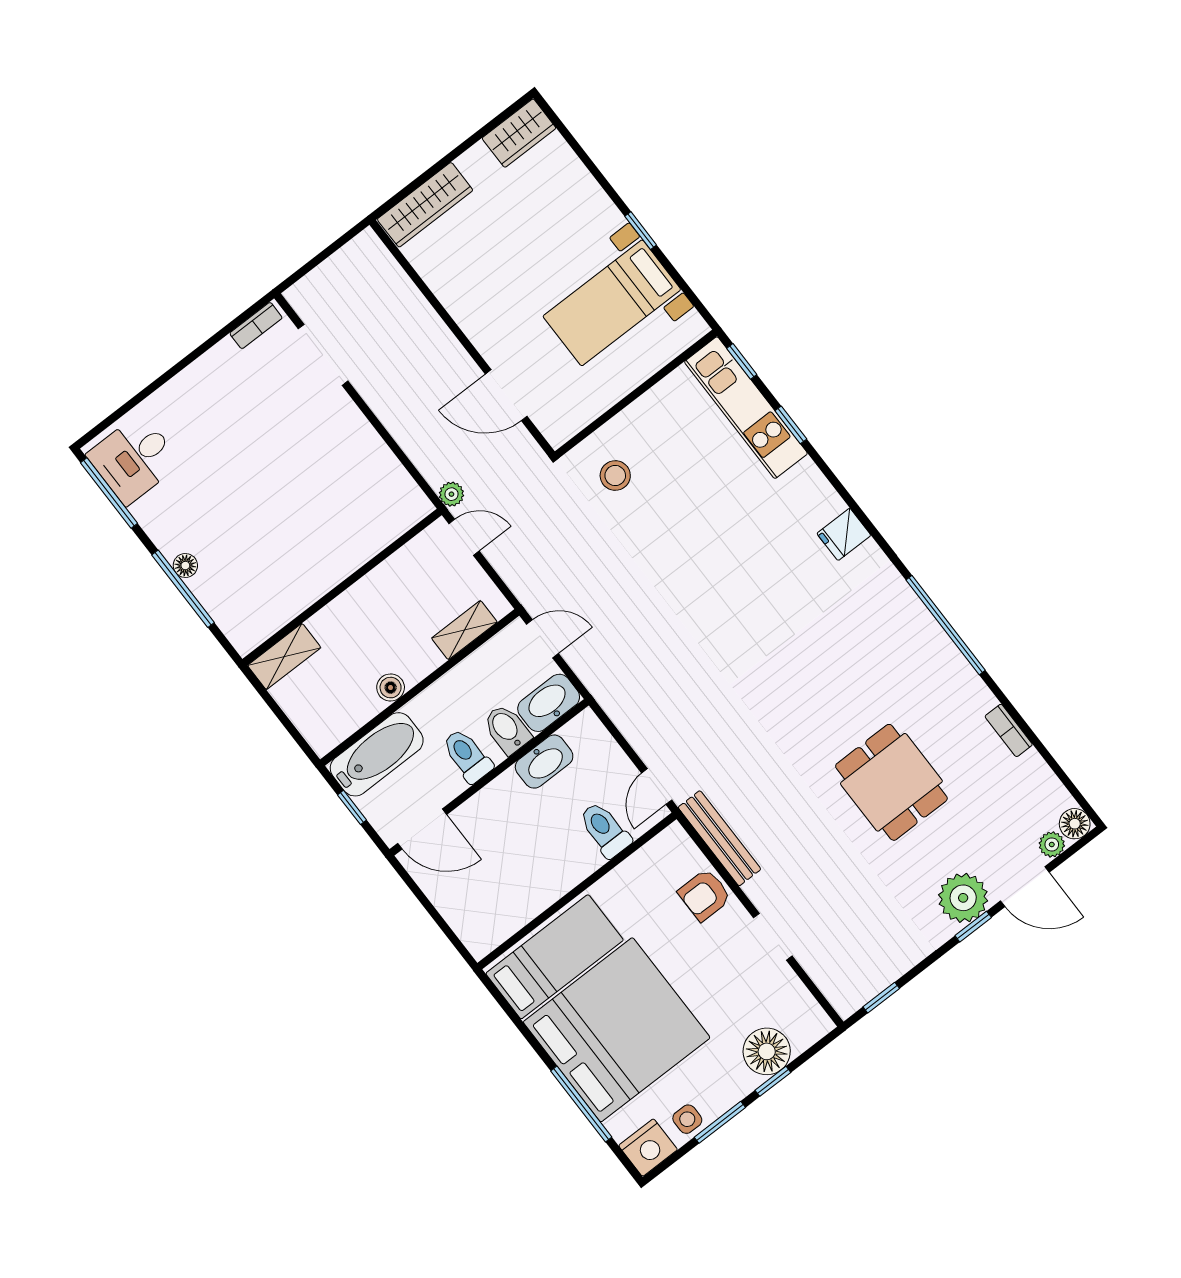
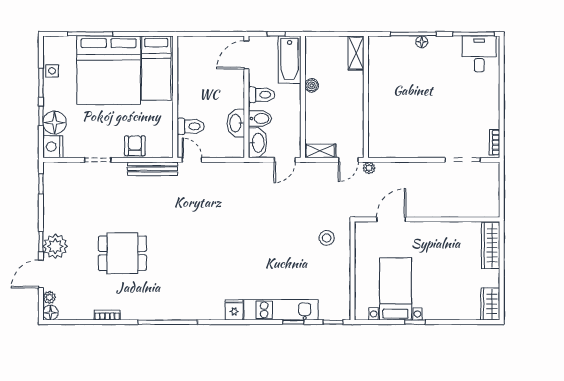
kitchen unit: (746, 408) -> (281, 310), moved
shelving: (464, 630) -> (320, 151), moved, turned 90
nightstand: (648, 1148) -> (53, 147), moved

